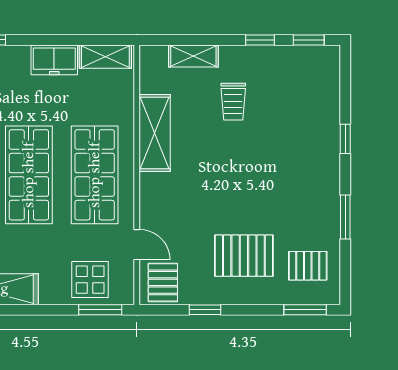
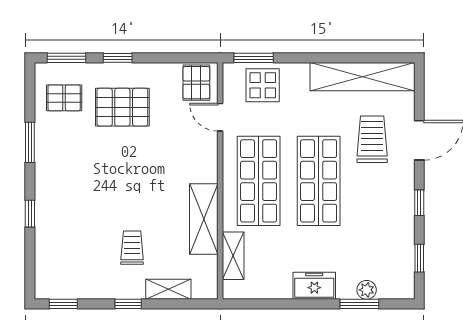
window: (260, 40) -> (128, 304), moved
shelving: (105, 57) -> (233, 256), moved, turned 90
freezer: (54, 60) -> (314, 286), moved
window: (205, 310) -> (118, 58), moved

